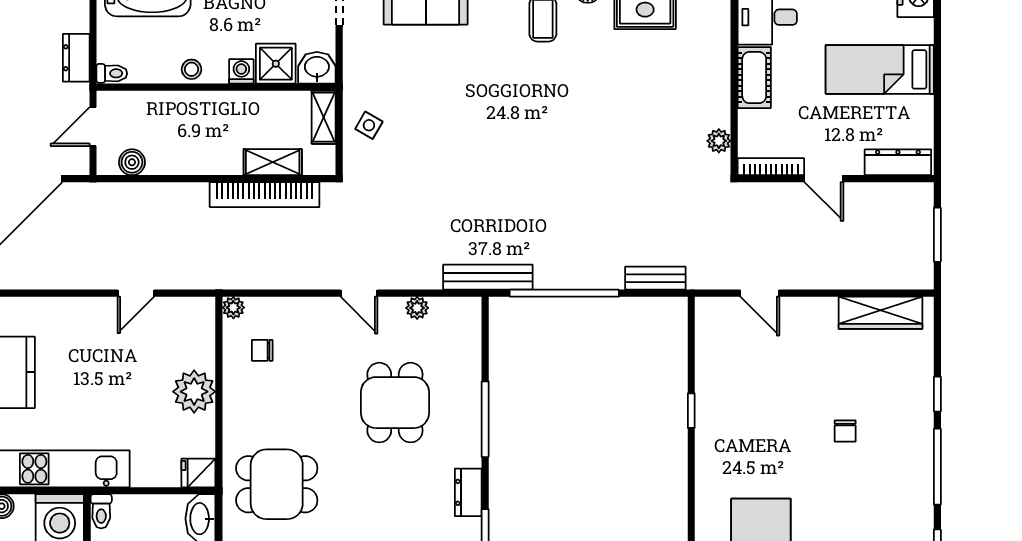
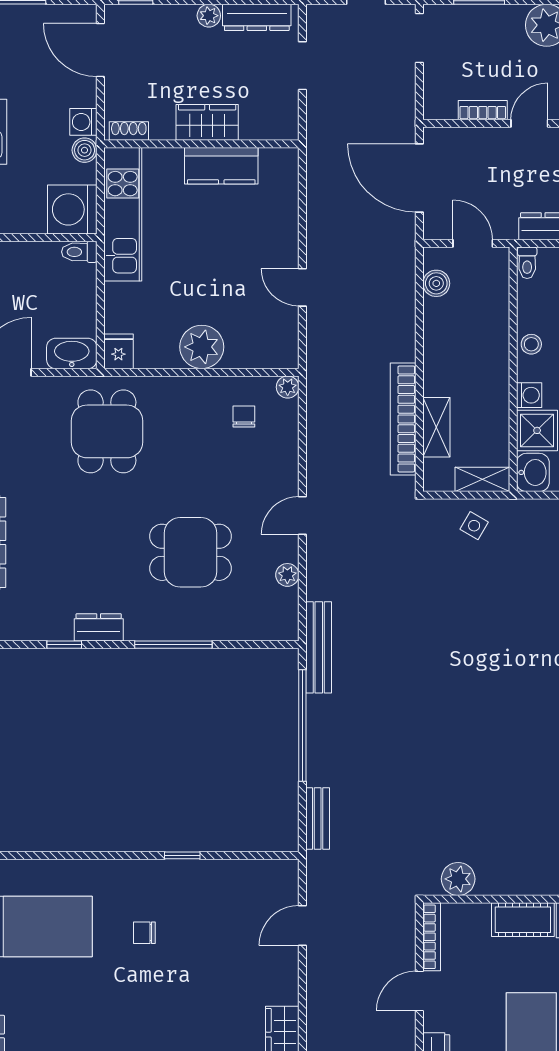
plant: (719, 141) -> (458, 879), width x1.38, depth x1.38
chair: (845, 431) -> (144, 933), moved

